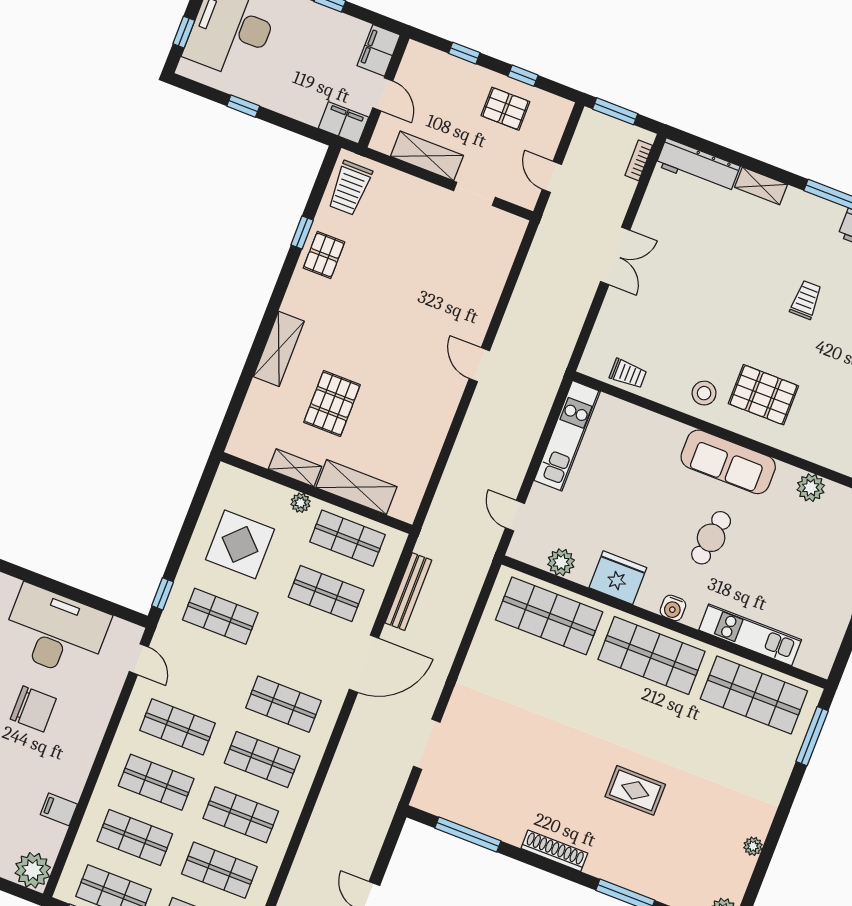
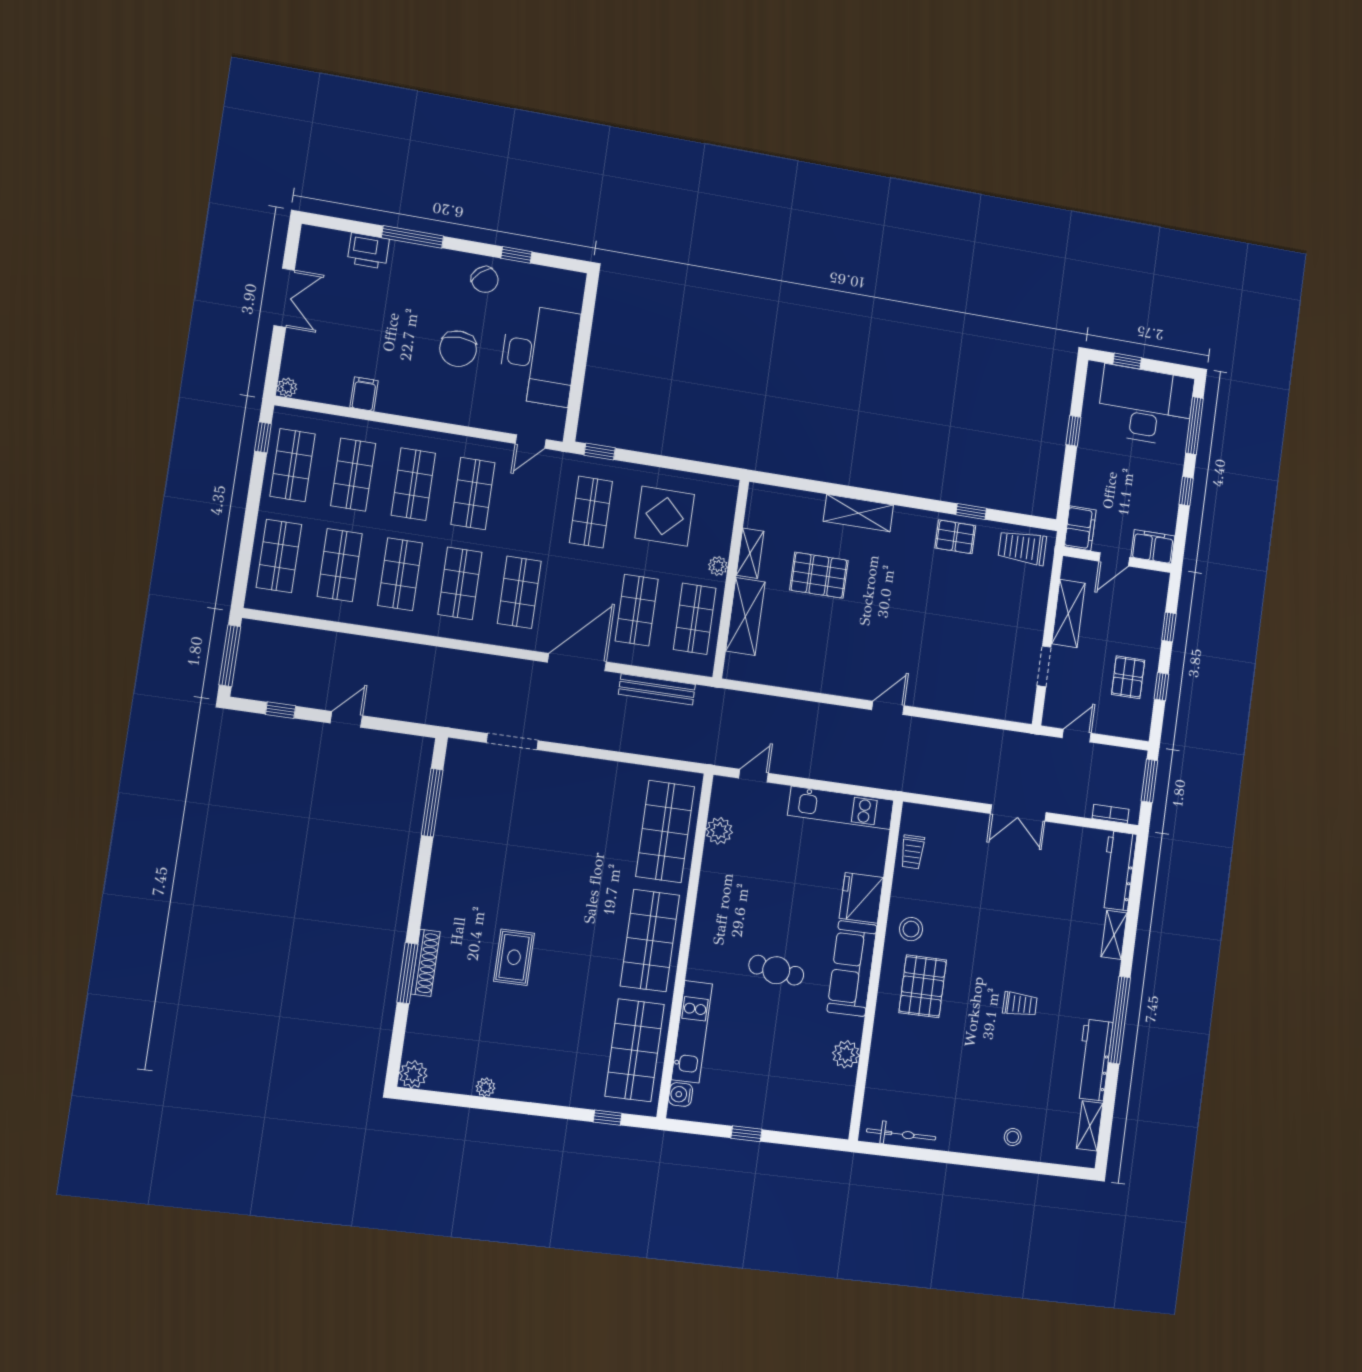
fridge: (618, 578) -> (861, 898), moved, turned 180
water cooler: (673, 608) -> (681, 1094), moved
door: (364, 664) -> (577, 662), swing flipped
window: (812, 736) -> (608, 1118), width x0.46
shoe rack: (554, 851) -> (425, 963), moved
plant: (33, 870) -> (287, 387), width x0.53, depth x0.53

